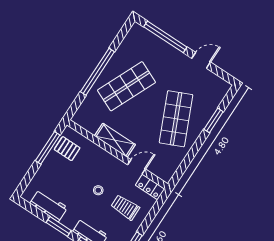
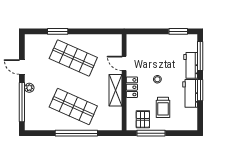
plant: (175, 54) -> (29, 88), added
shop shelf: (176, 119) -> (73, 58), turned 48
locker: (150, 187) -> (132, 87), moved
workbench: (49, 205) -> (190, 93), moved
trolley: (125, 207) -> (163, 107), moved

